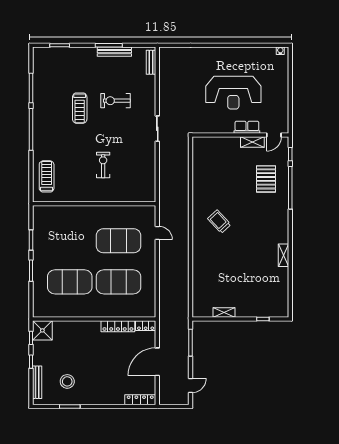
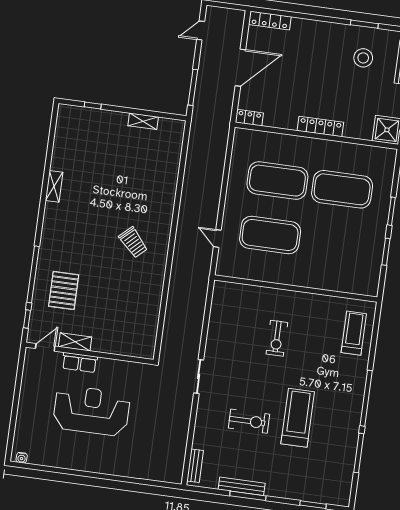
treadmill: (80, 108) -> (298, 418), width x1.37, depth x1.38
treadmill: (47, 176) -> (354, 333), turned 180
locker: (118, 326) -> (320, 127), moved

